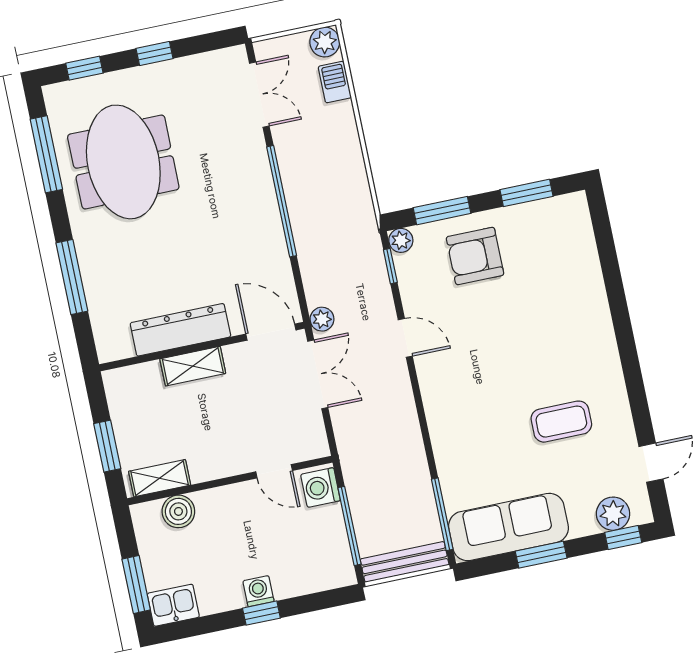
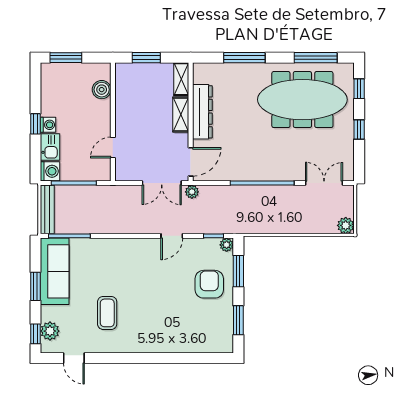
barbecue: (335, 82) -> (322, 226), removed
double door: (259, 95) -> (324, 183), swing flipped
meeting table: (123, 162) -> (302, 100), width x1.36
shelving: (160, 478) -> (181, 79), moved
washing machine: (321, 487) -> (50, 171), moved, turned 90
kitchen sink: (173, 605) -> (50, 147), moved

